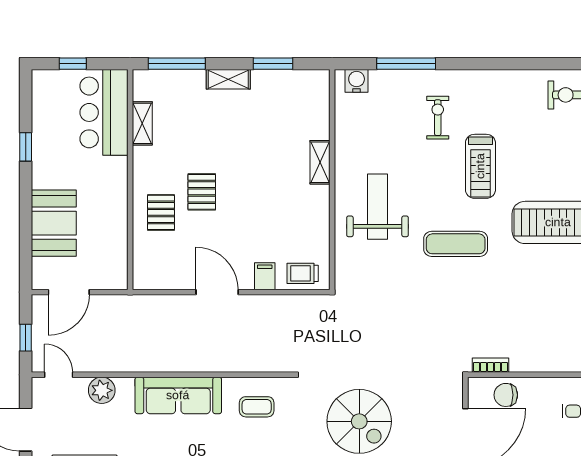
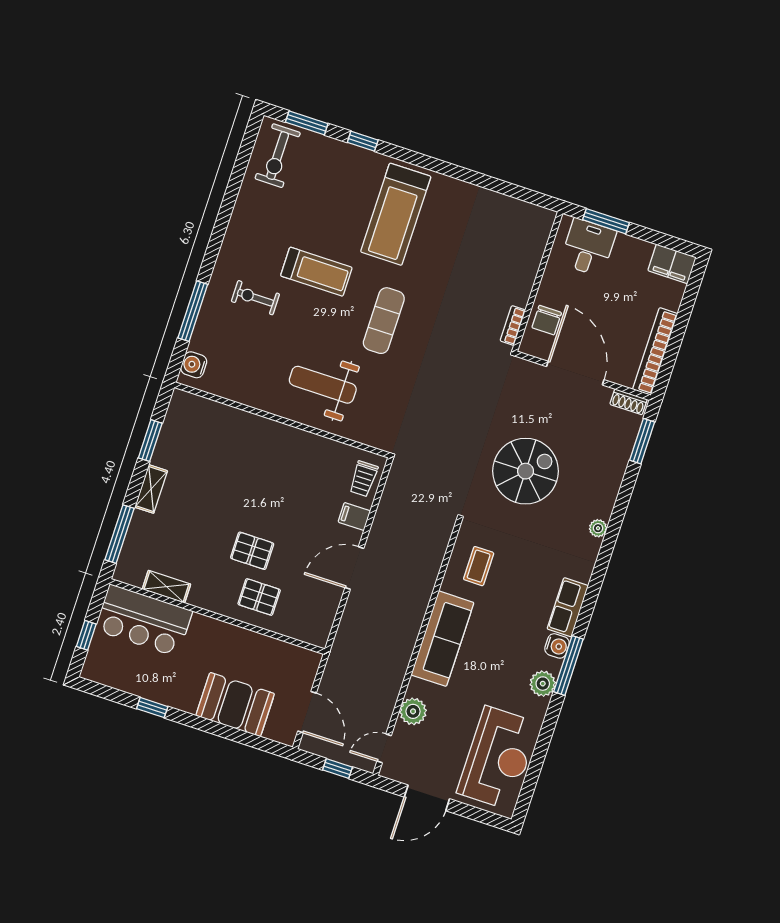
shelving: (320, 162) -> (261, 426), removed

